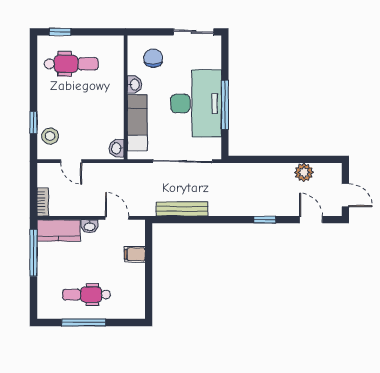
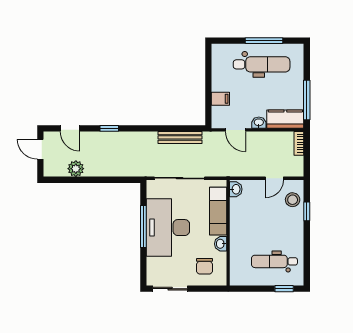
door: (71, 161) -> (274, 178), swing flipped
dental chair: (86, 295) -> (262, 64), width x1.36, depth x1.38

